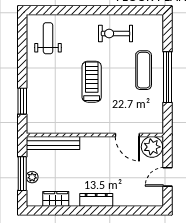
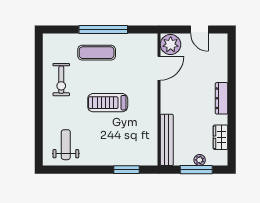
weight bench: (48, 38) -> (66, 145), turned 90

